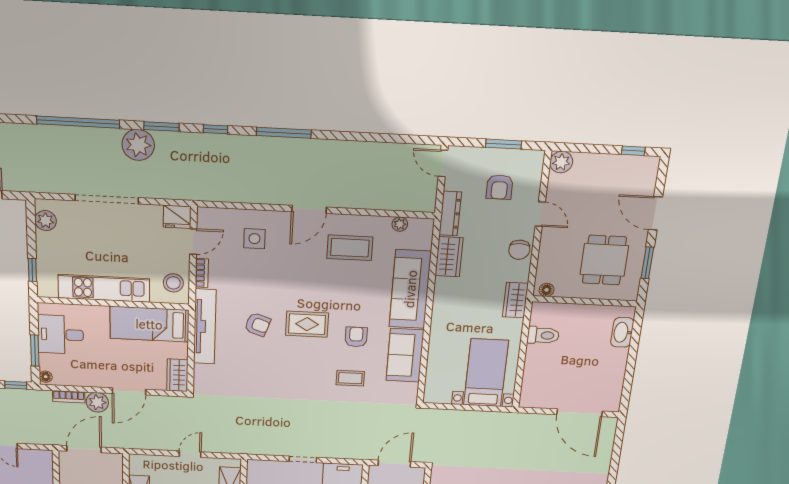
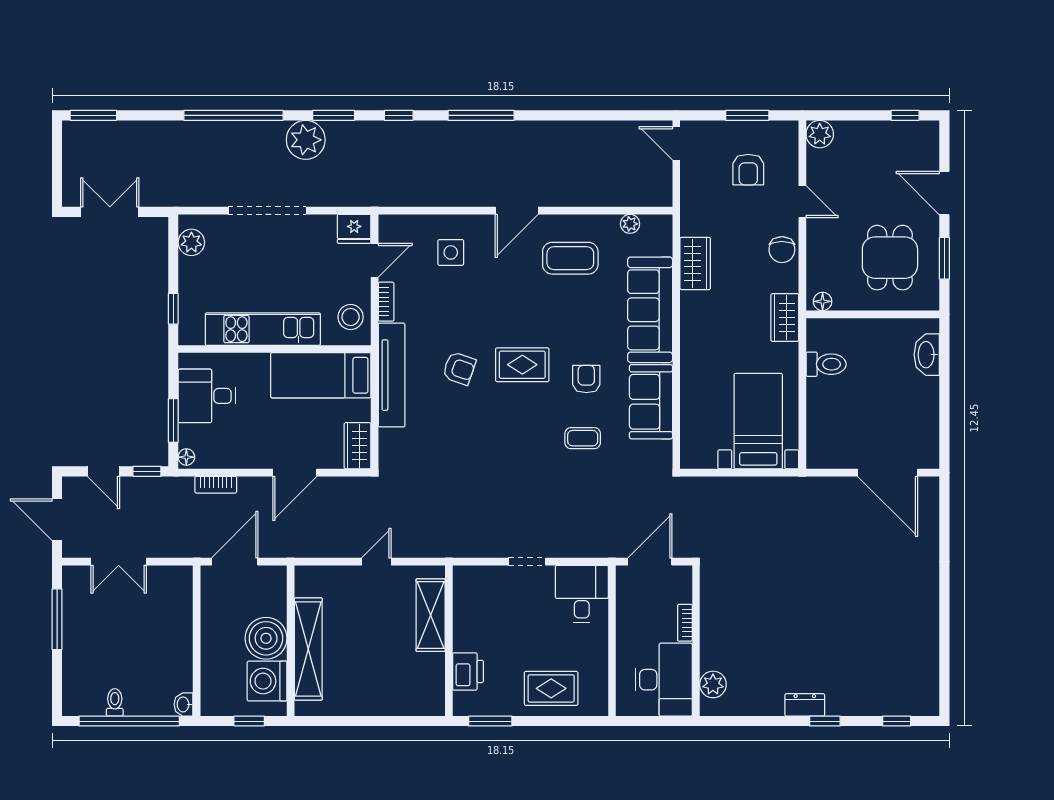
dresser: (450, 213) -> (691, 207), removed
plant: (97, 402) -> (253, 491), removed

